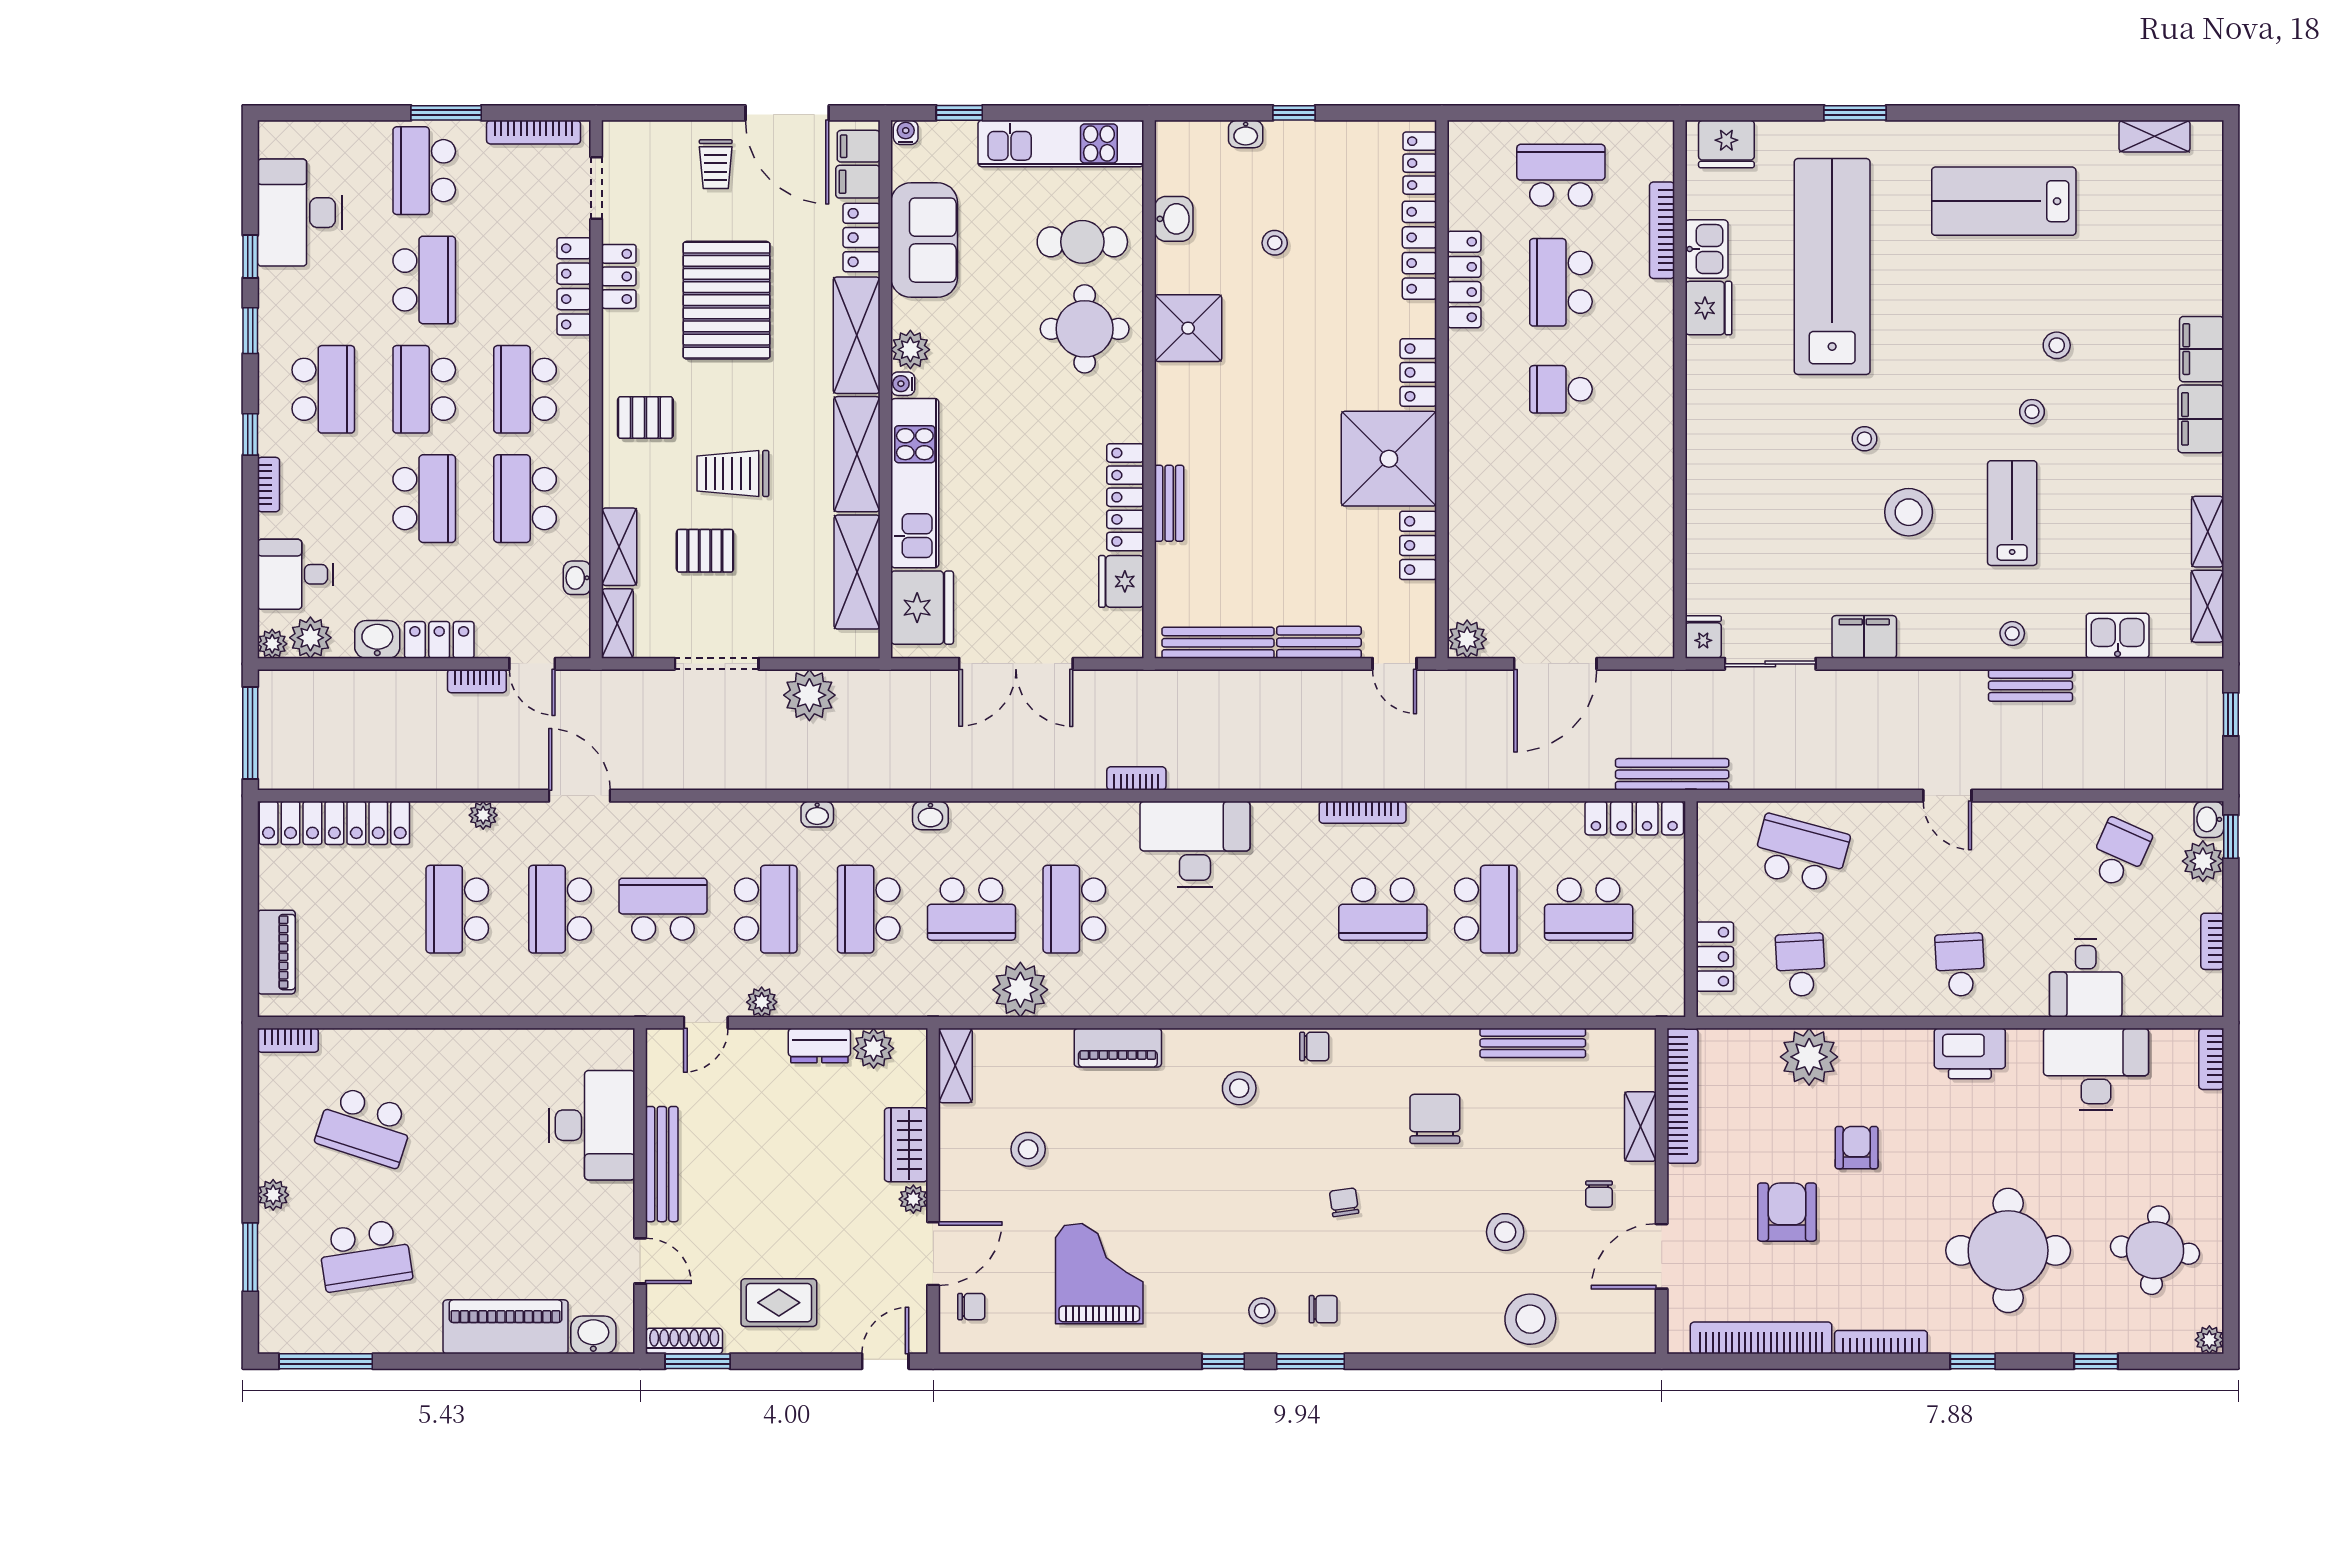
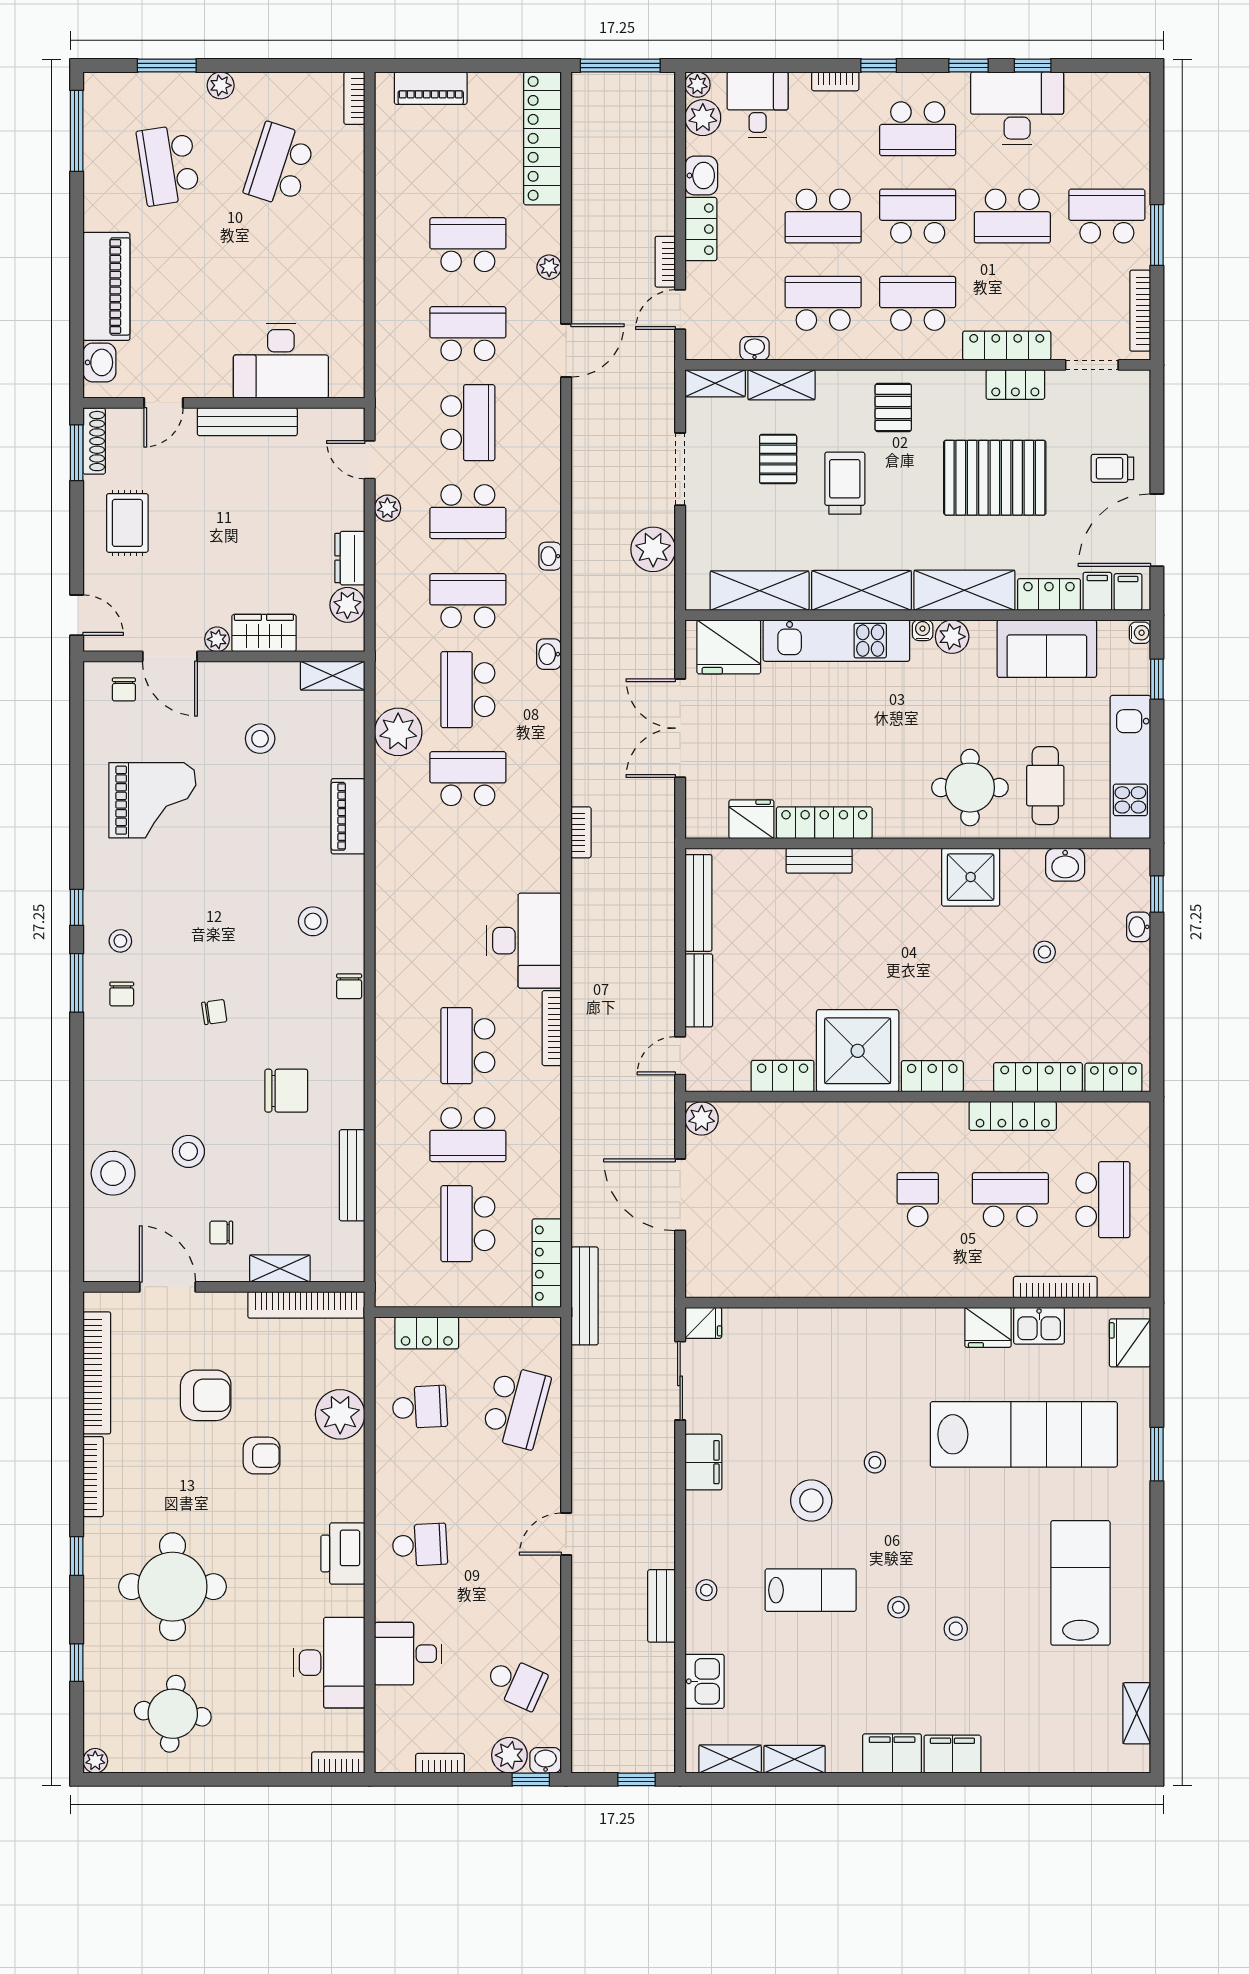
window: (1294, 113) -> (1157, 894), moved
desk: (300, 213) -> (1017, 108), moved
desk: (1195, 844) -> (524, 941), moved

